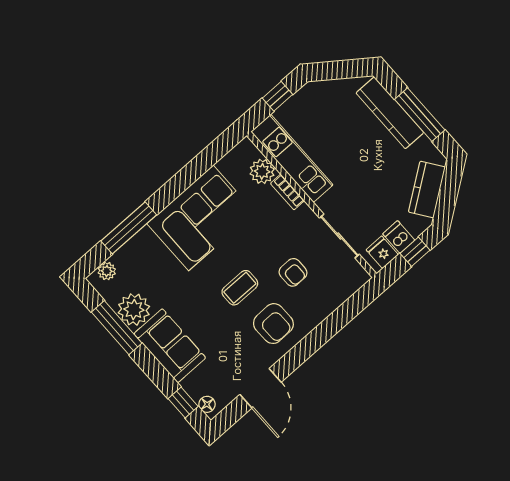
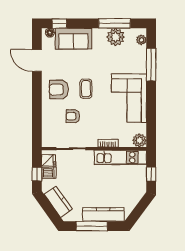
plant: (262, 171) -> (139, 140), moved
sofa: (170, 346) -> (73, 39), moved

